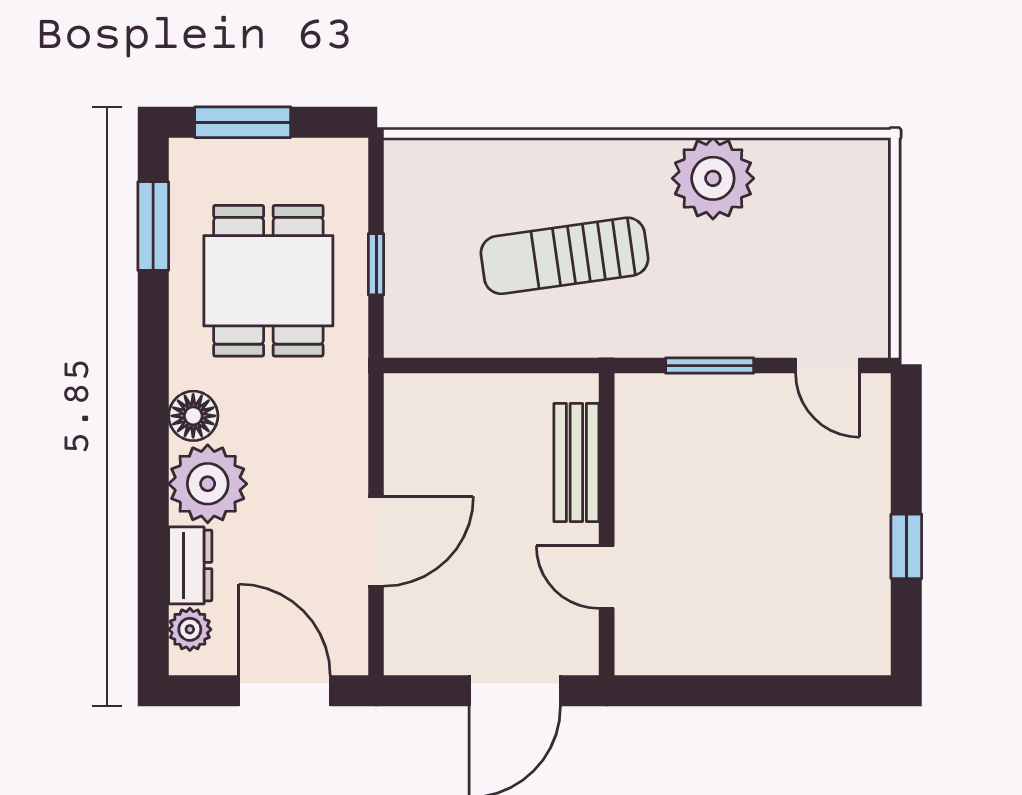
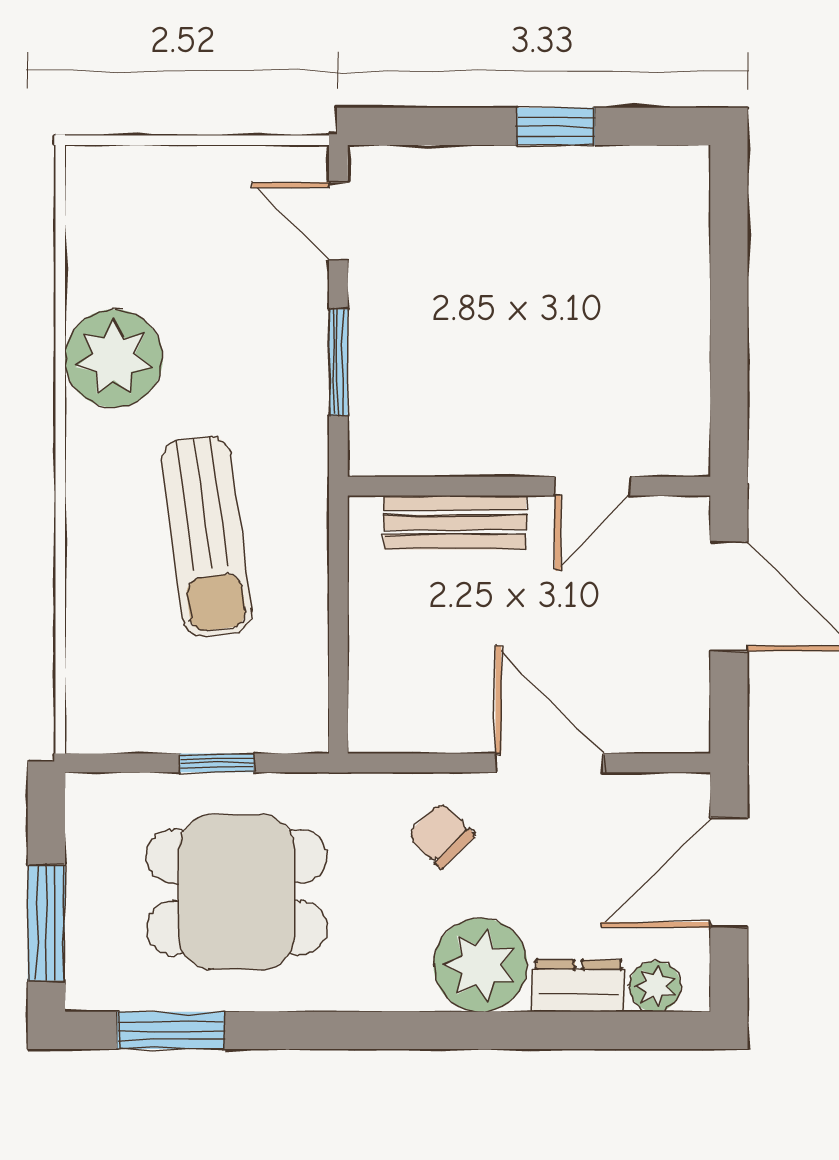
door: (828, 366) -> (338, 221), swing flipped
floor lamp: (193, 416) -> (399, 982), removed
chair: (316, 451) -> (441, 835), added

